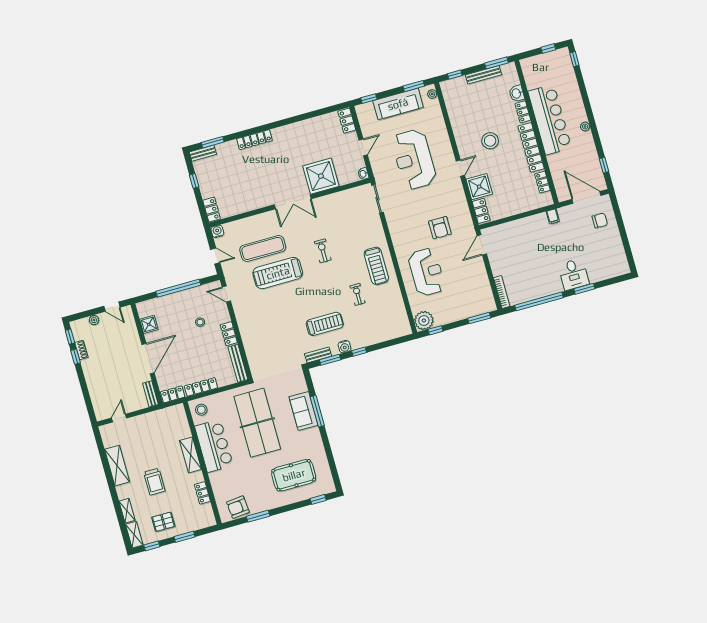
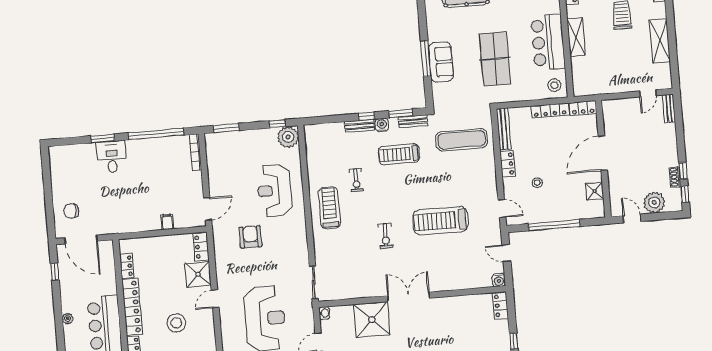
filing cabinet: (553, 216) -> (167, 222), moved
exercise mat: (263, 248) -> (462, 140), moved
treadmill: (278, 273) -> (440, 221), turned 180
plant: (94, 320) -> (654, 202), width x1.87, depth x1.87
bench: (364, 342) -> (360, 126), added
bench: (150, 394) -> (669, 108), moved
table tennis table: (257, 423) -> (495, 59), width x0.73, depth x0.76

